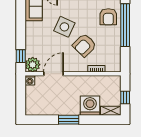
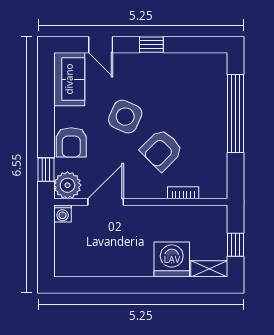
armchair: (108, 17) -> (71, 142), moved
window: (69, 120) -> (133, 285), removed

